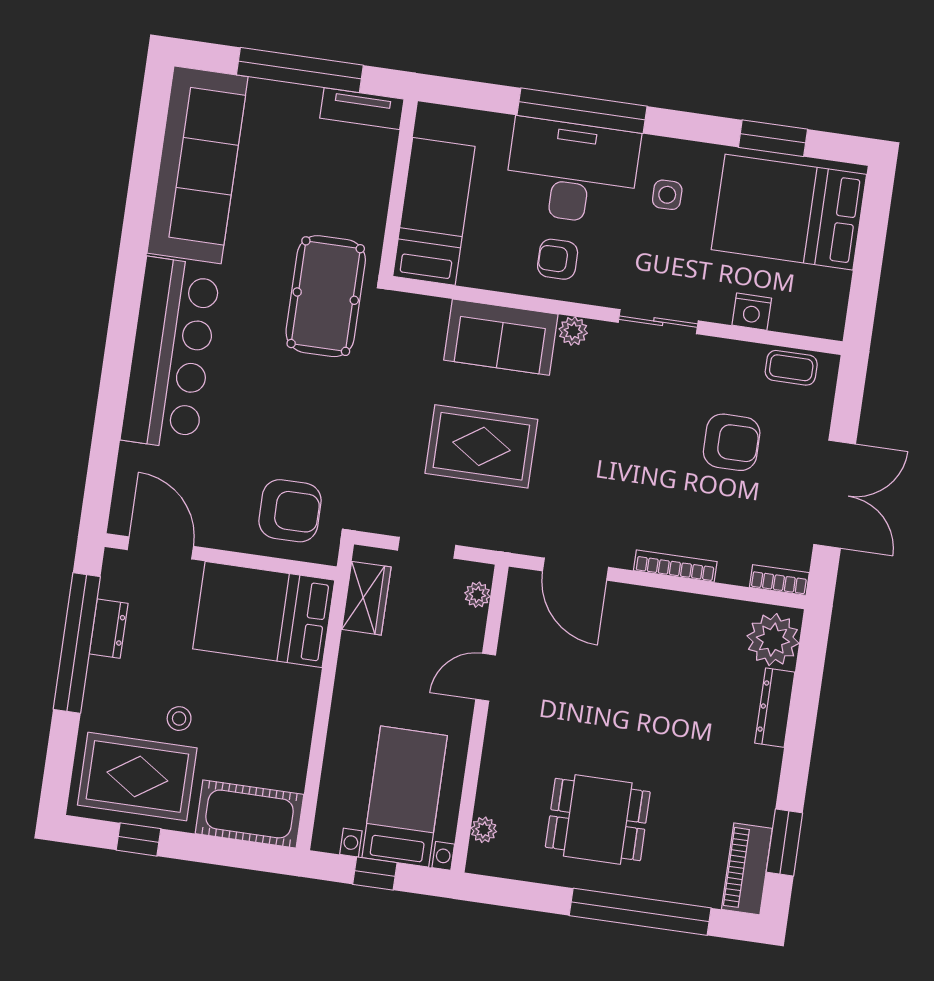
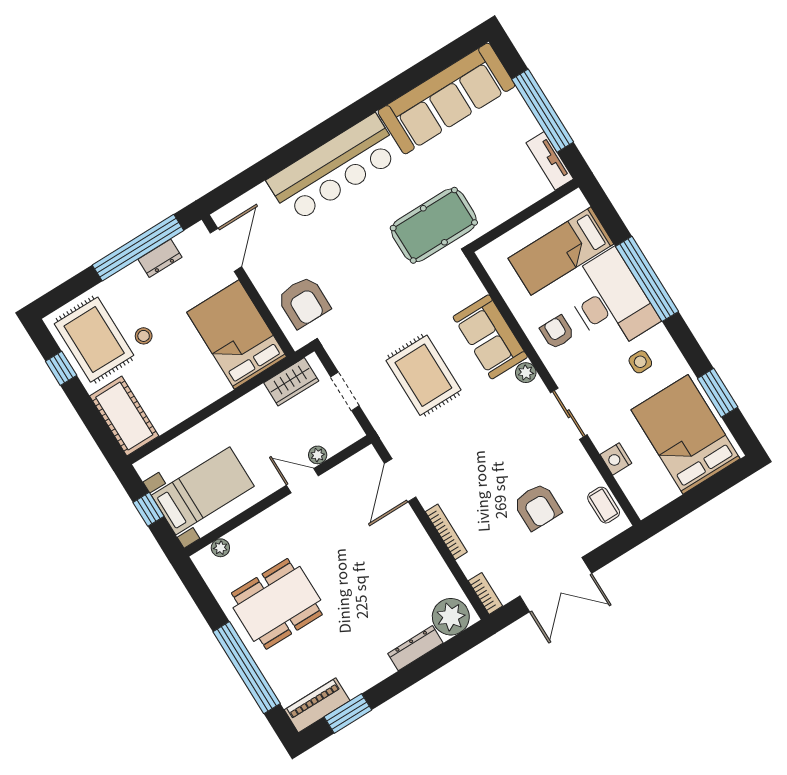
bed: (434, 211) -> (561, 251), moved, turned 180
plant: (477, 595) -> (318, 455), moved
dining table: (598, 819) -> (277, 604), width x1.38

